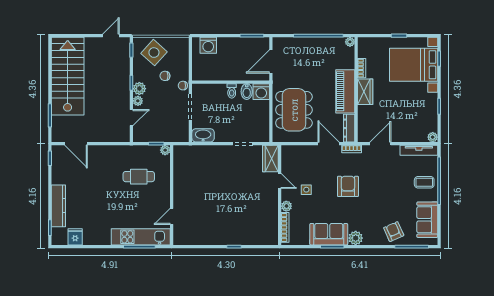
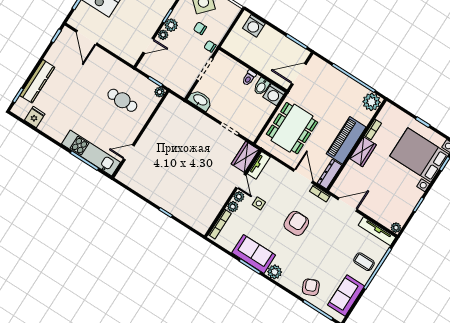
plant: (350, 42) -> (372, 102), width x1.87, depth x1.87
tv unit: (286, 158) -> (259, 165), added
plant: (286, 195) -> (239, 197), added

